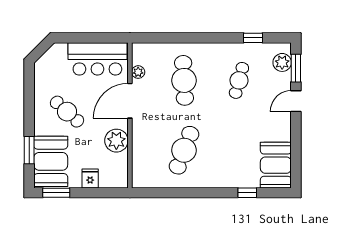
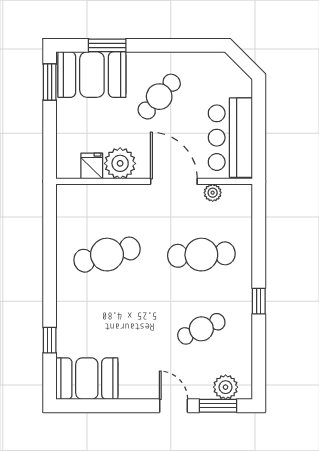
window: (253, 38) -> (259, 301), moved
cafe table: (239, 80) -> (201, 329), turned -39
cafe table: (184, 150) -> (107, 255), turned -36
fridge: (90, 178) -> (92, 166), moved, turned -90

